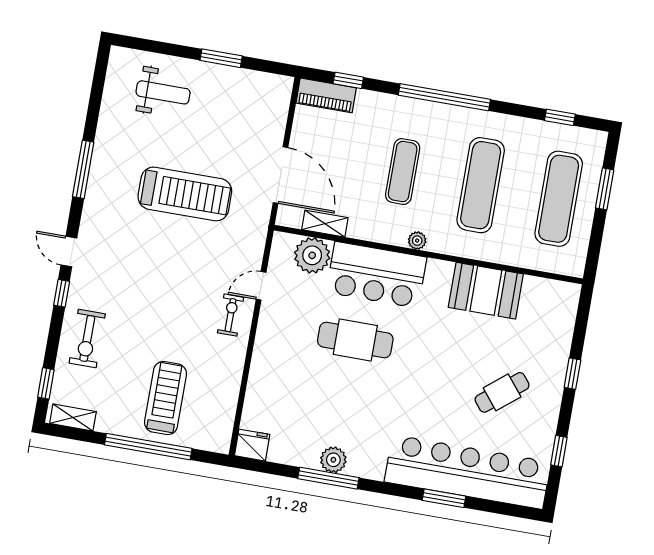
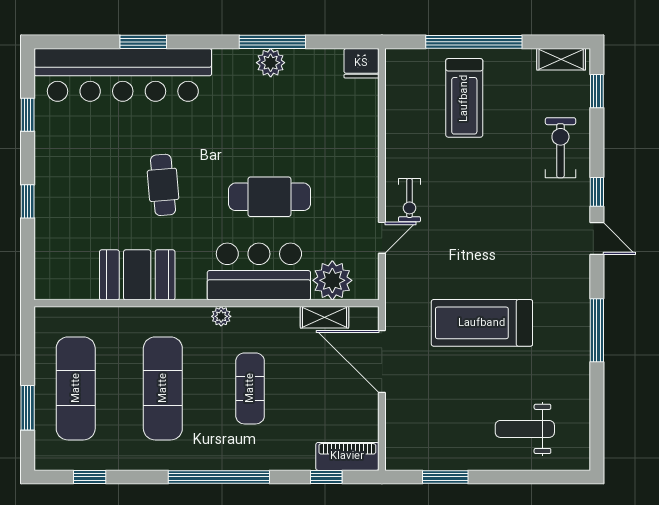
window: (221, 58) -> (445, 477), moved
cafe table: (502, 392) -> (163, 185), moved, turned -56

